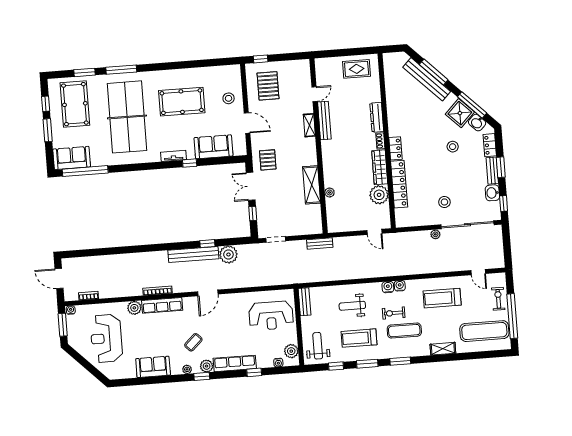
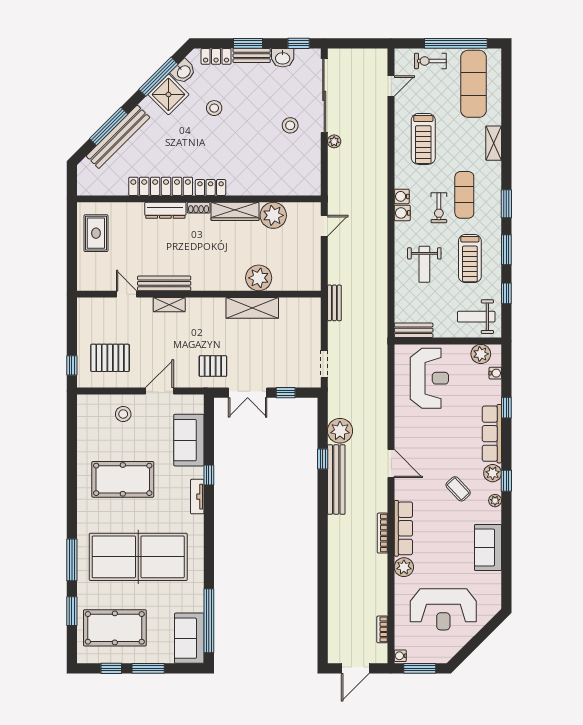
pool table: (182, 102) -> (123, 479), turned 90
locker: (399, 184) -> (161, 186), moved
plant: (330, 192) -> (259, 278), width x1.88, depth x1.88

